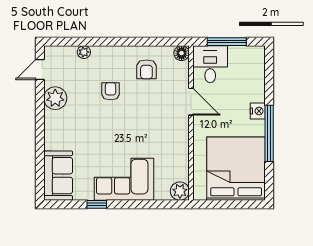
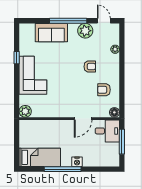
window: (40, 125) -> (68, 21), added
bed: (236, 169) -> (40, 157), width x0.49
sofa: (58, 176) -> (51, 33), moved

